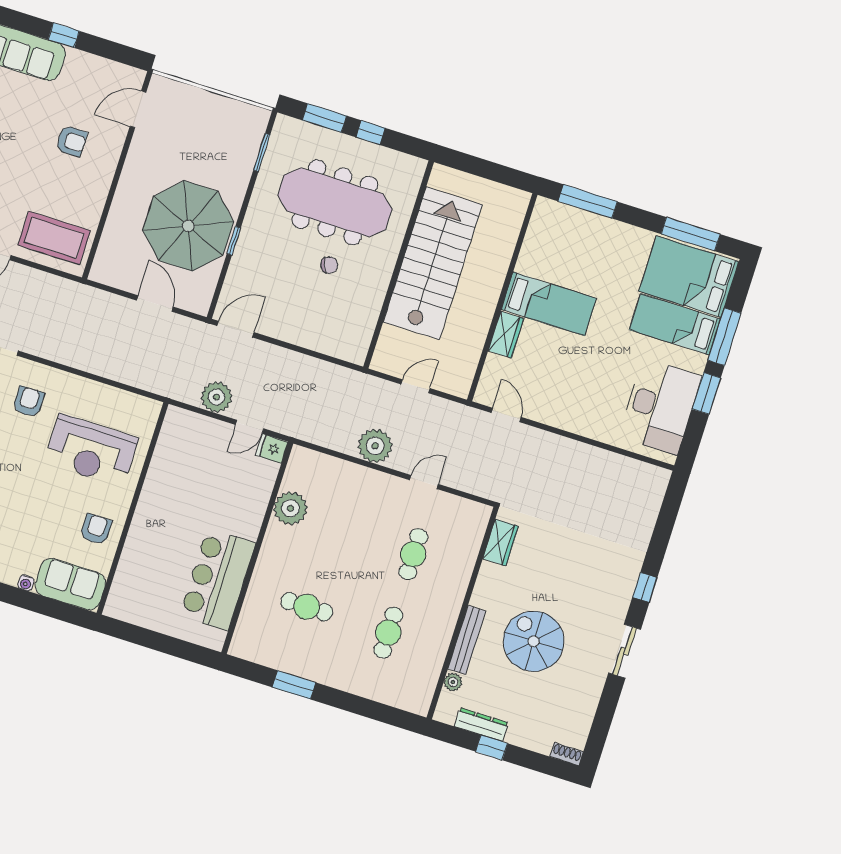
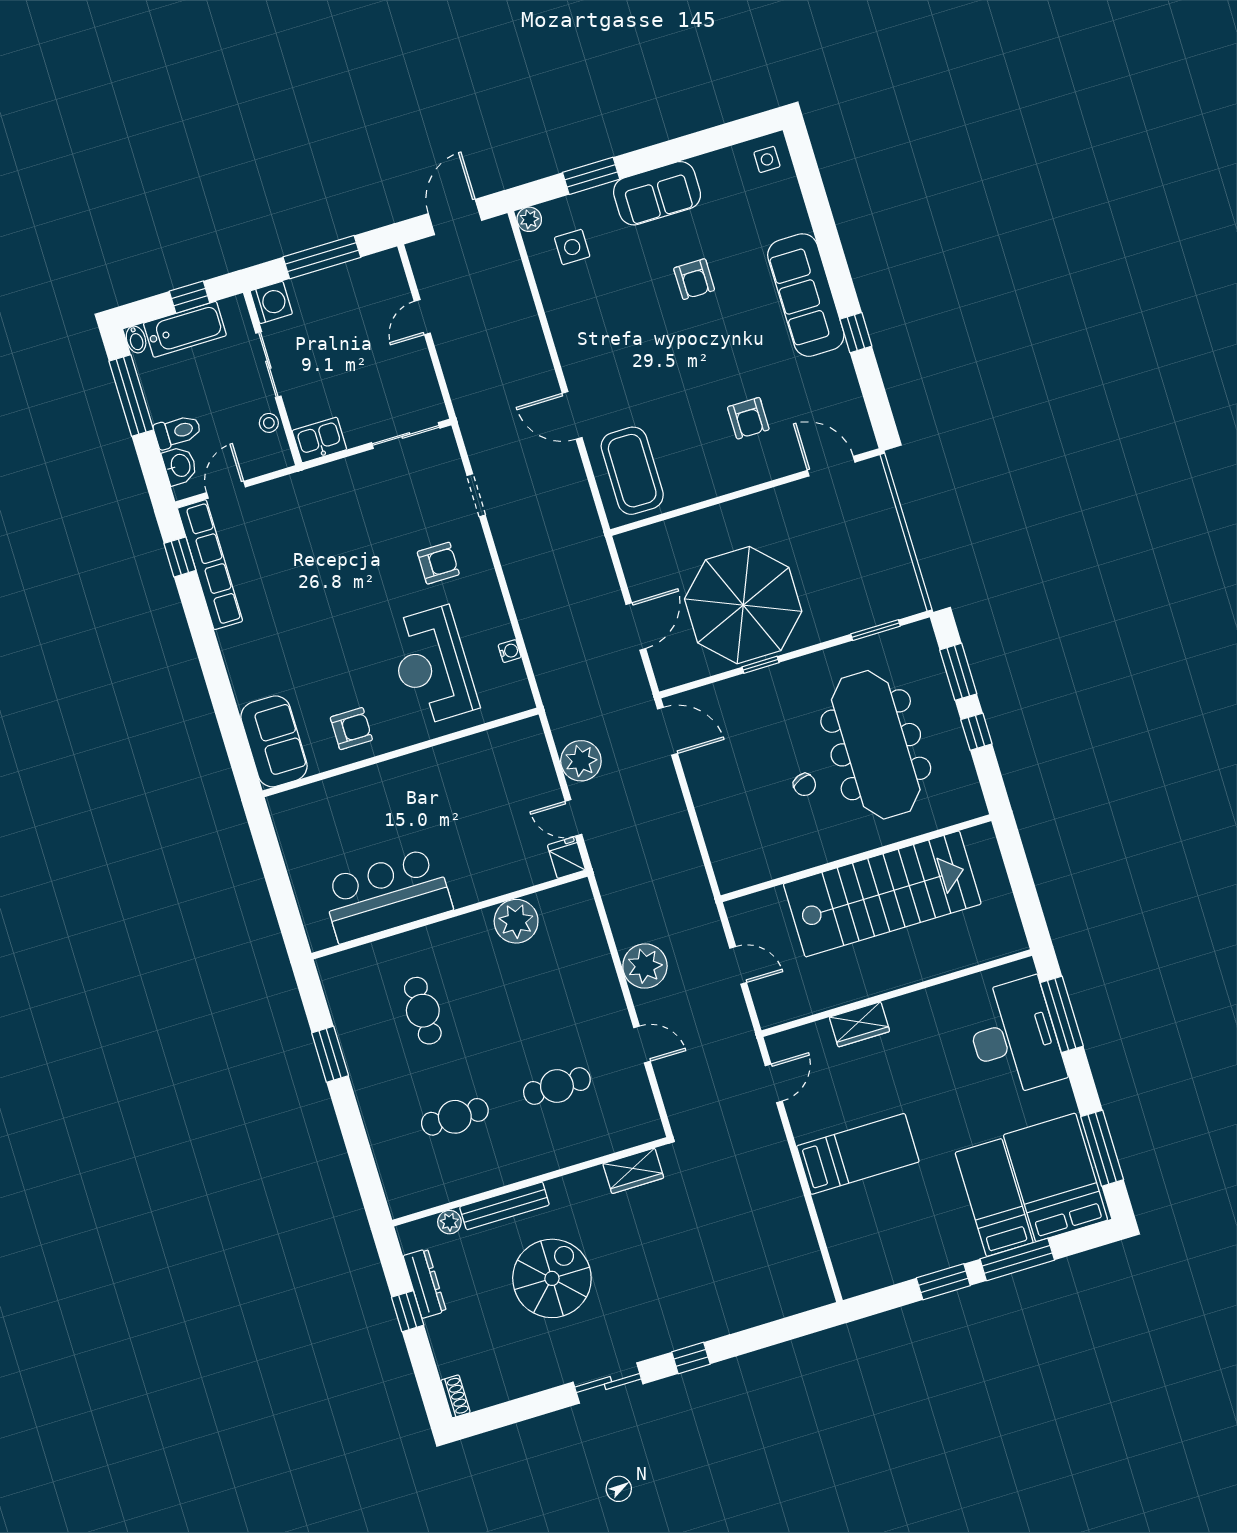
bed: (549, 304) -> (858, 1154), moved, turned -90
desk: (660, 406) -> (1014, 1037), moved, turned -90
water cooler: (26, 583) -> (510, 651), moved, turned 180

